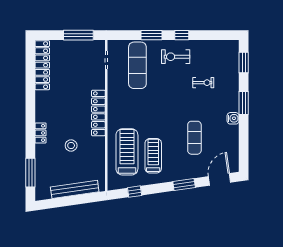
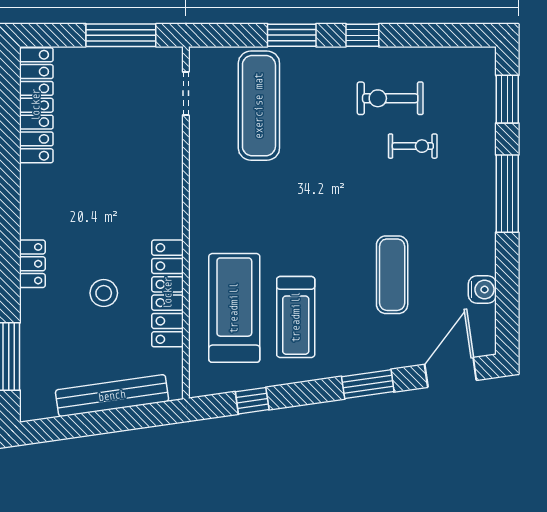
exercise bike: (176, 57) -> (390, 98), moved
window: (244, 103) -> (507, 194), width x1.44
locker: (98, 113) -> (168, 293), moved
water cooler: (233, 118) -> (482, 290), moved
treadmill: (153, 156) -> (296, 317), turned 180

